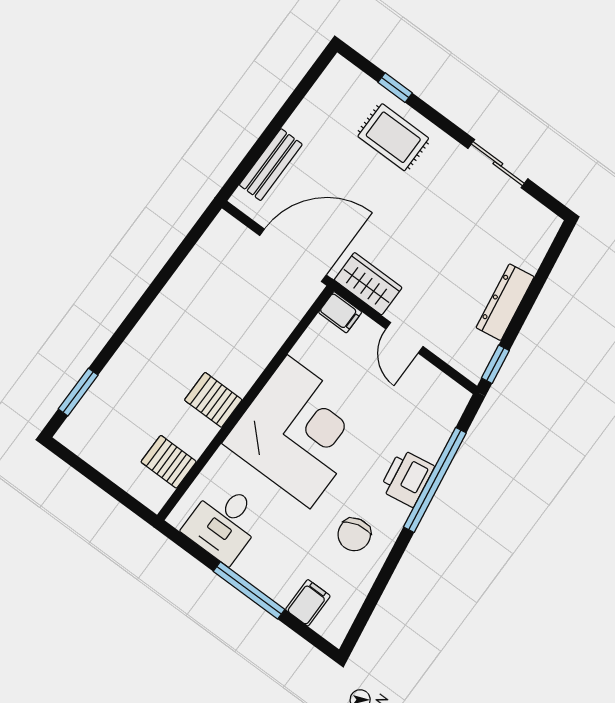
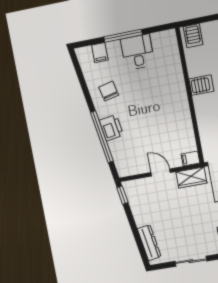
dresser: (505, 302) -> (149, 243), moved
corner desk: (299, 432) -> (162, 105), removed
server rack: (169, 462) -> (193, 36), moved, turned 90
desk: (224, 523) -> (138, 52), moved

